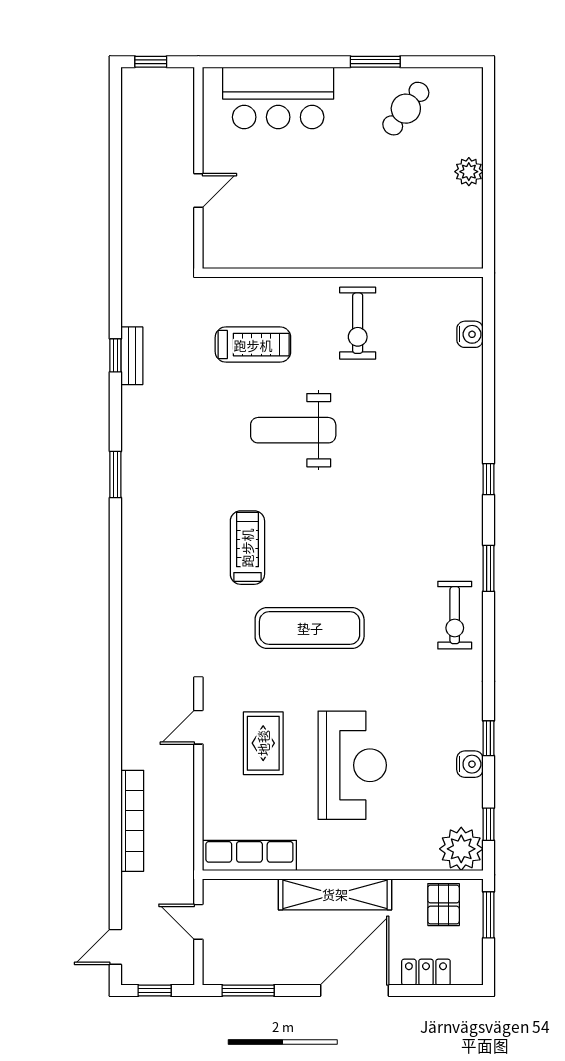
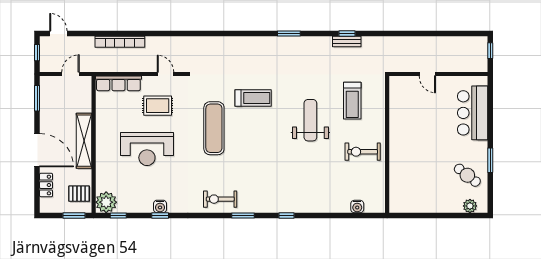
plant: (469, 172) -> (470, 206), moved
water cooler: (470, 764) -> (160, 206), moved
row of seats: (249, 856) -> (118, 83), moved, turned 90

